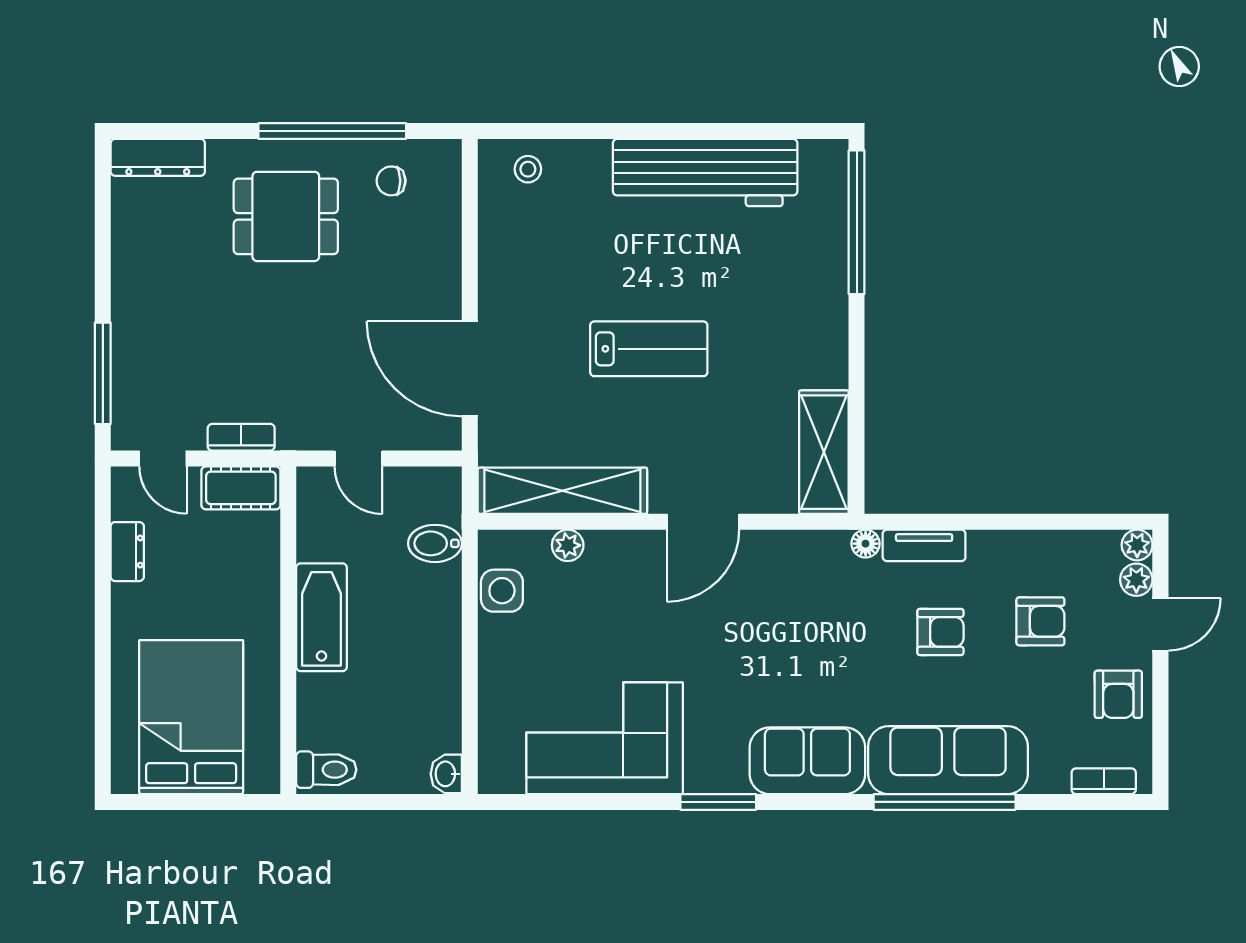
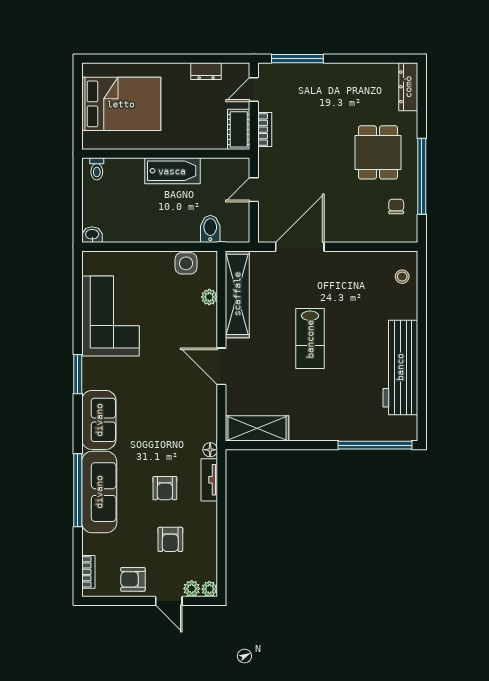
toilet: (326, 770) -> (97, 169), width x0.73, depth x0.72

